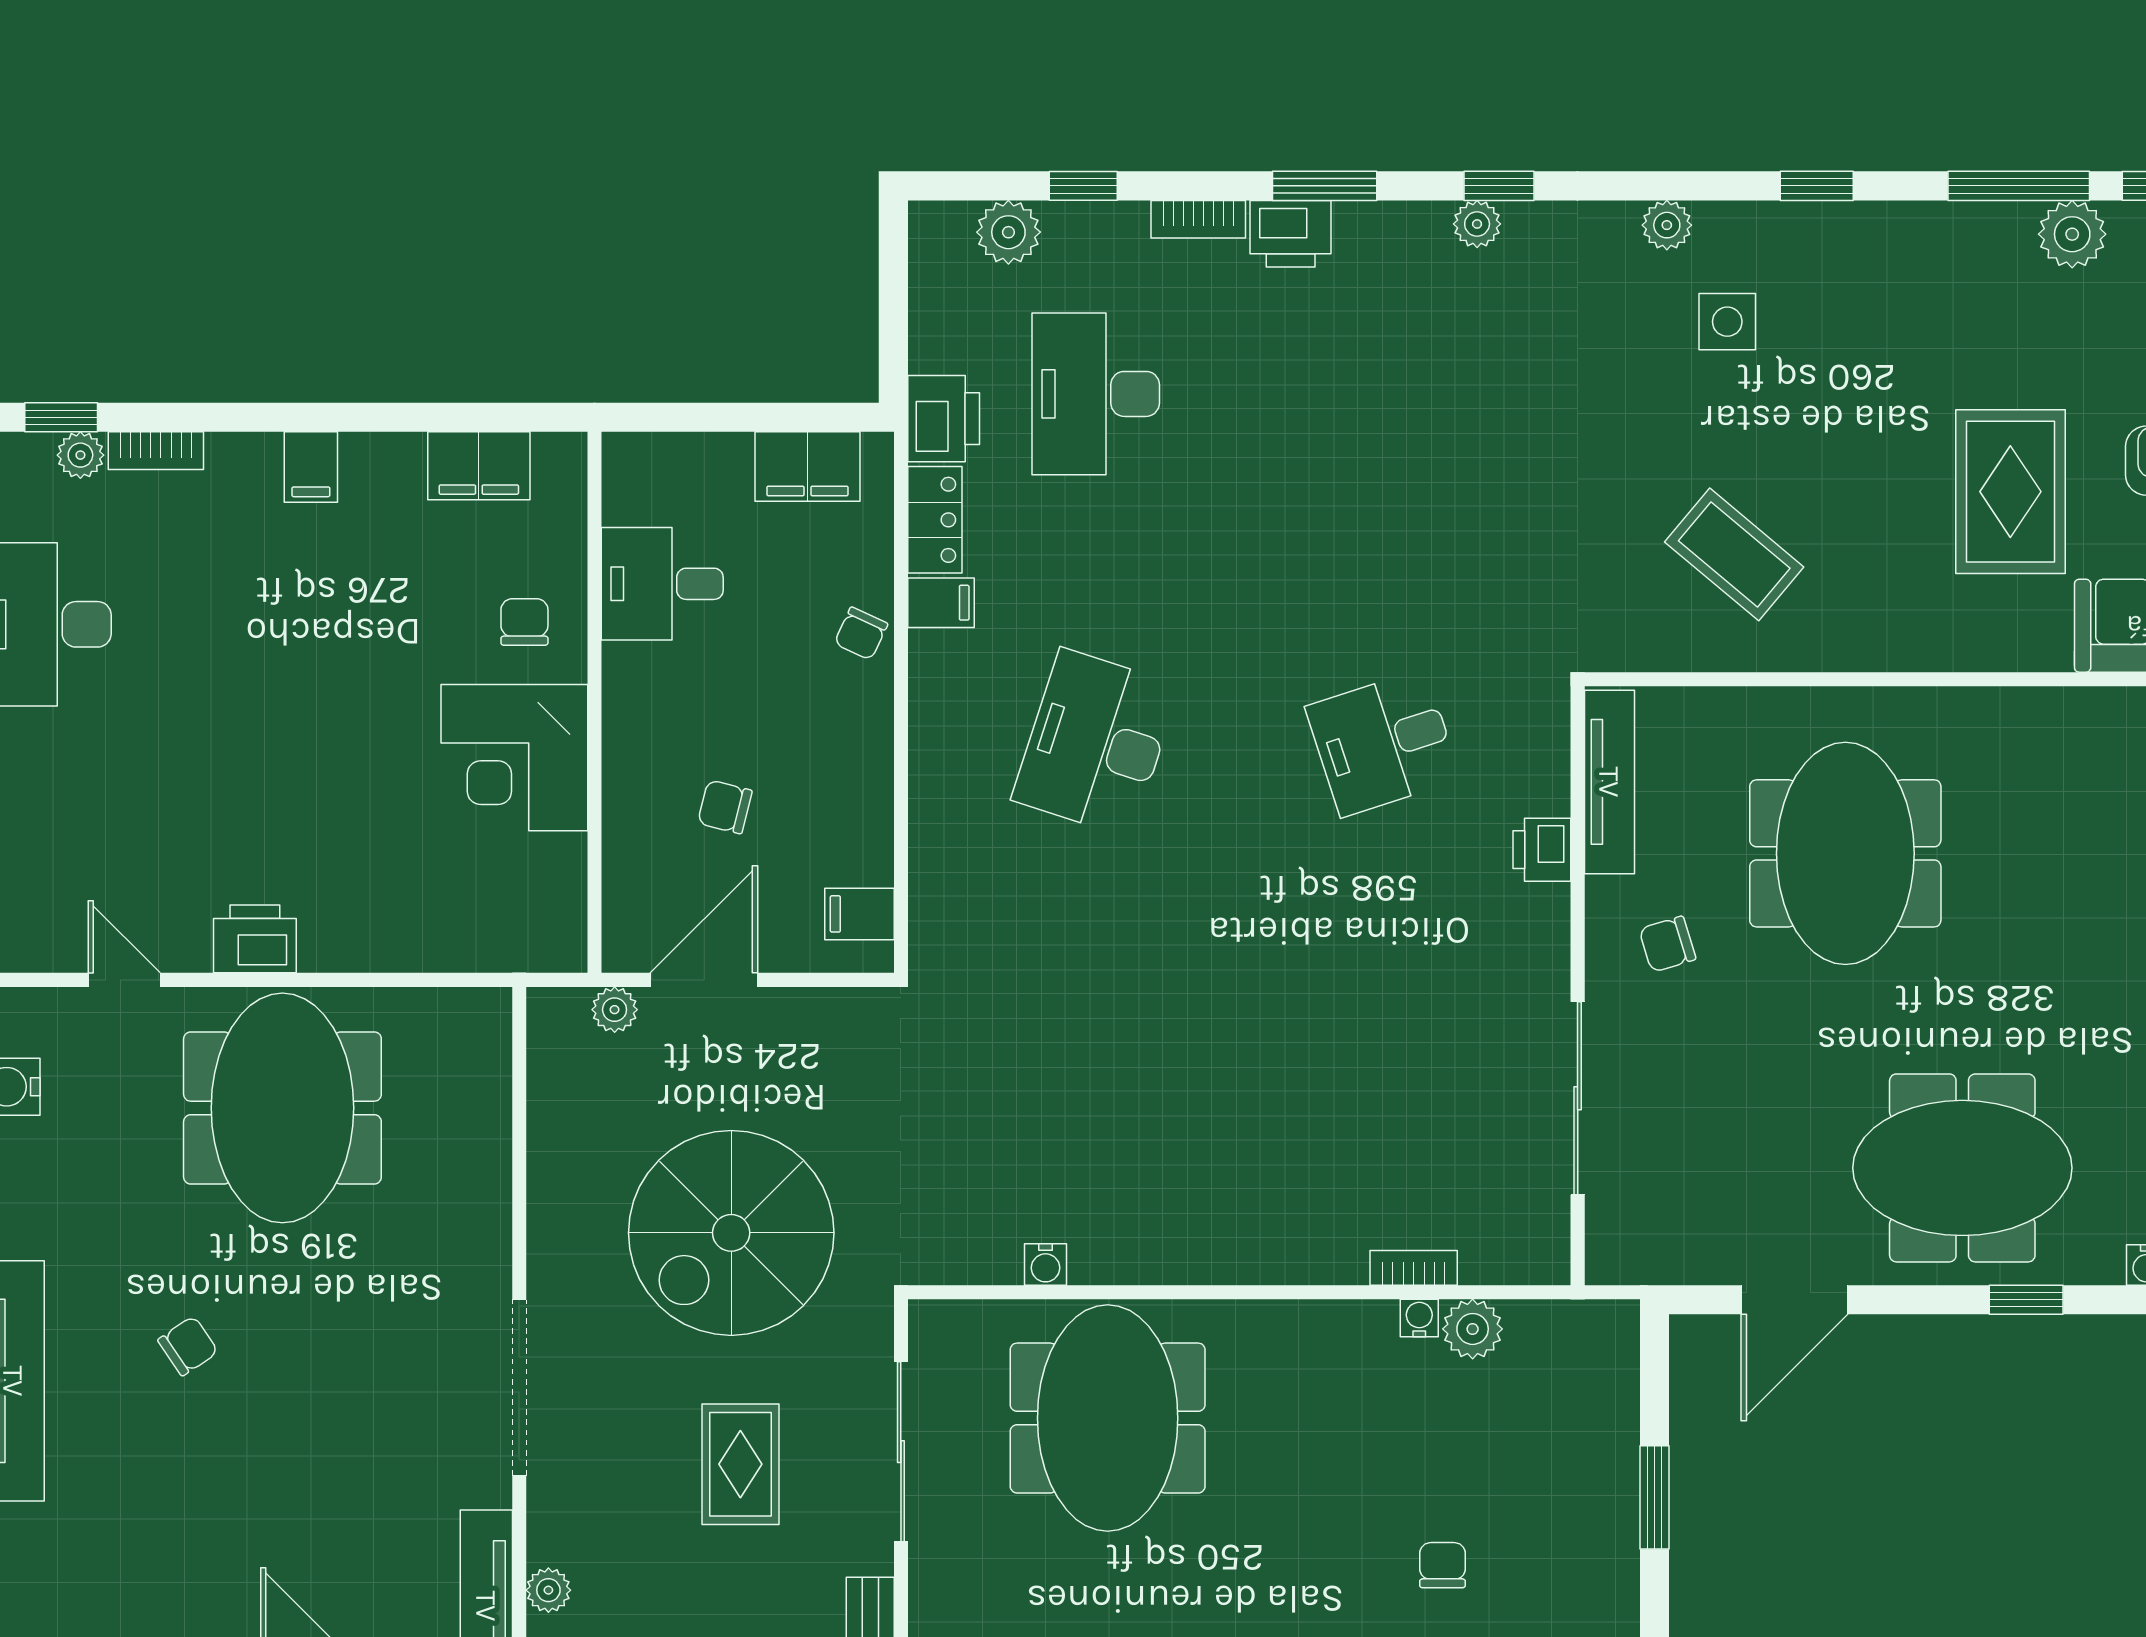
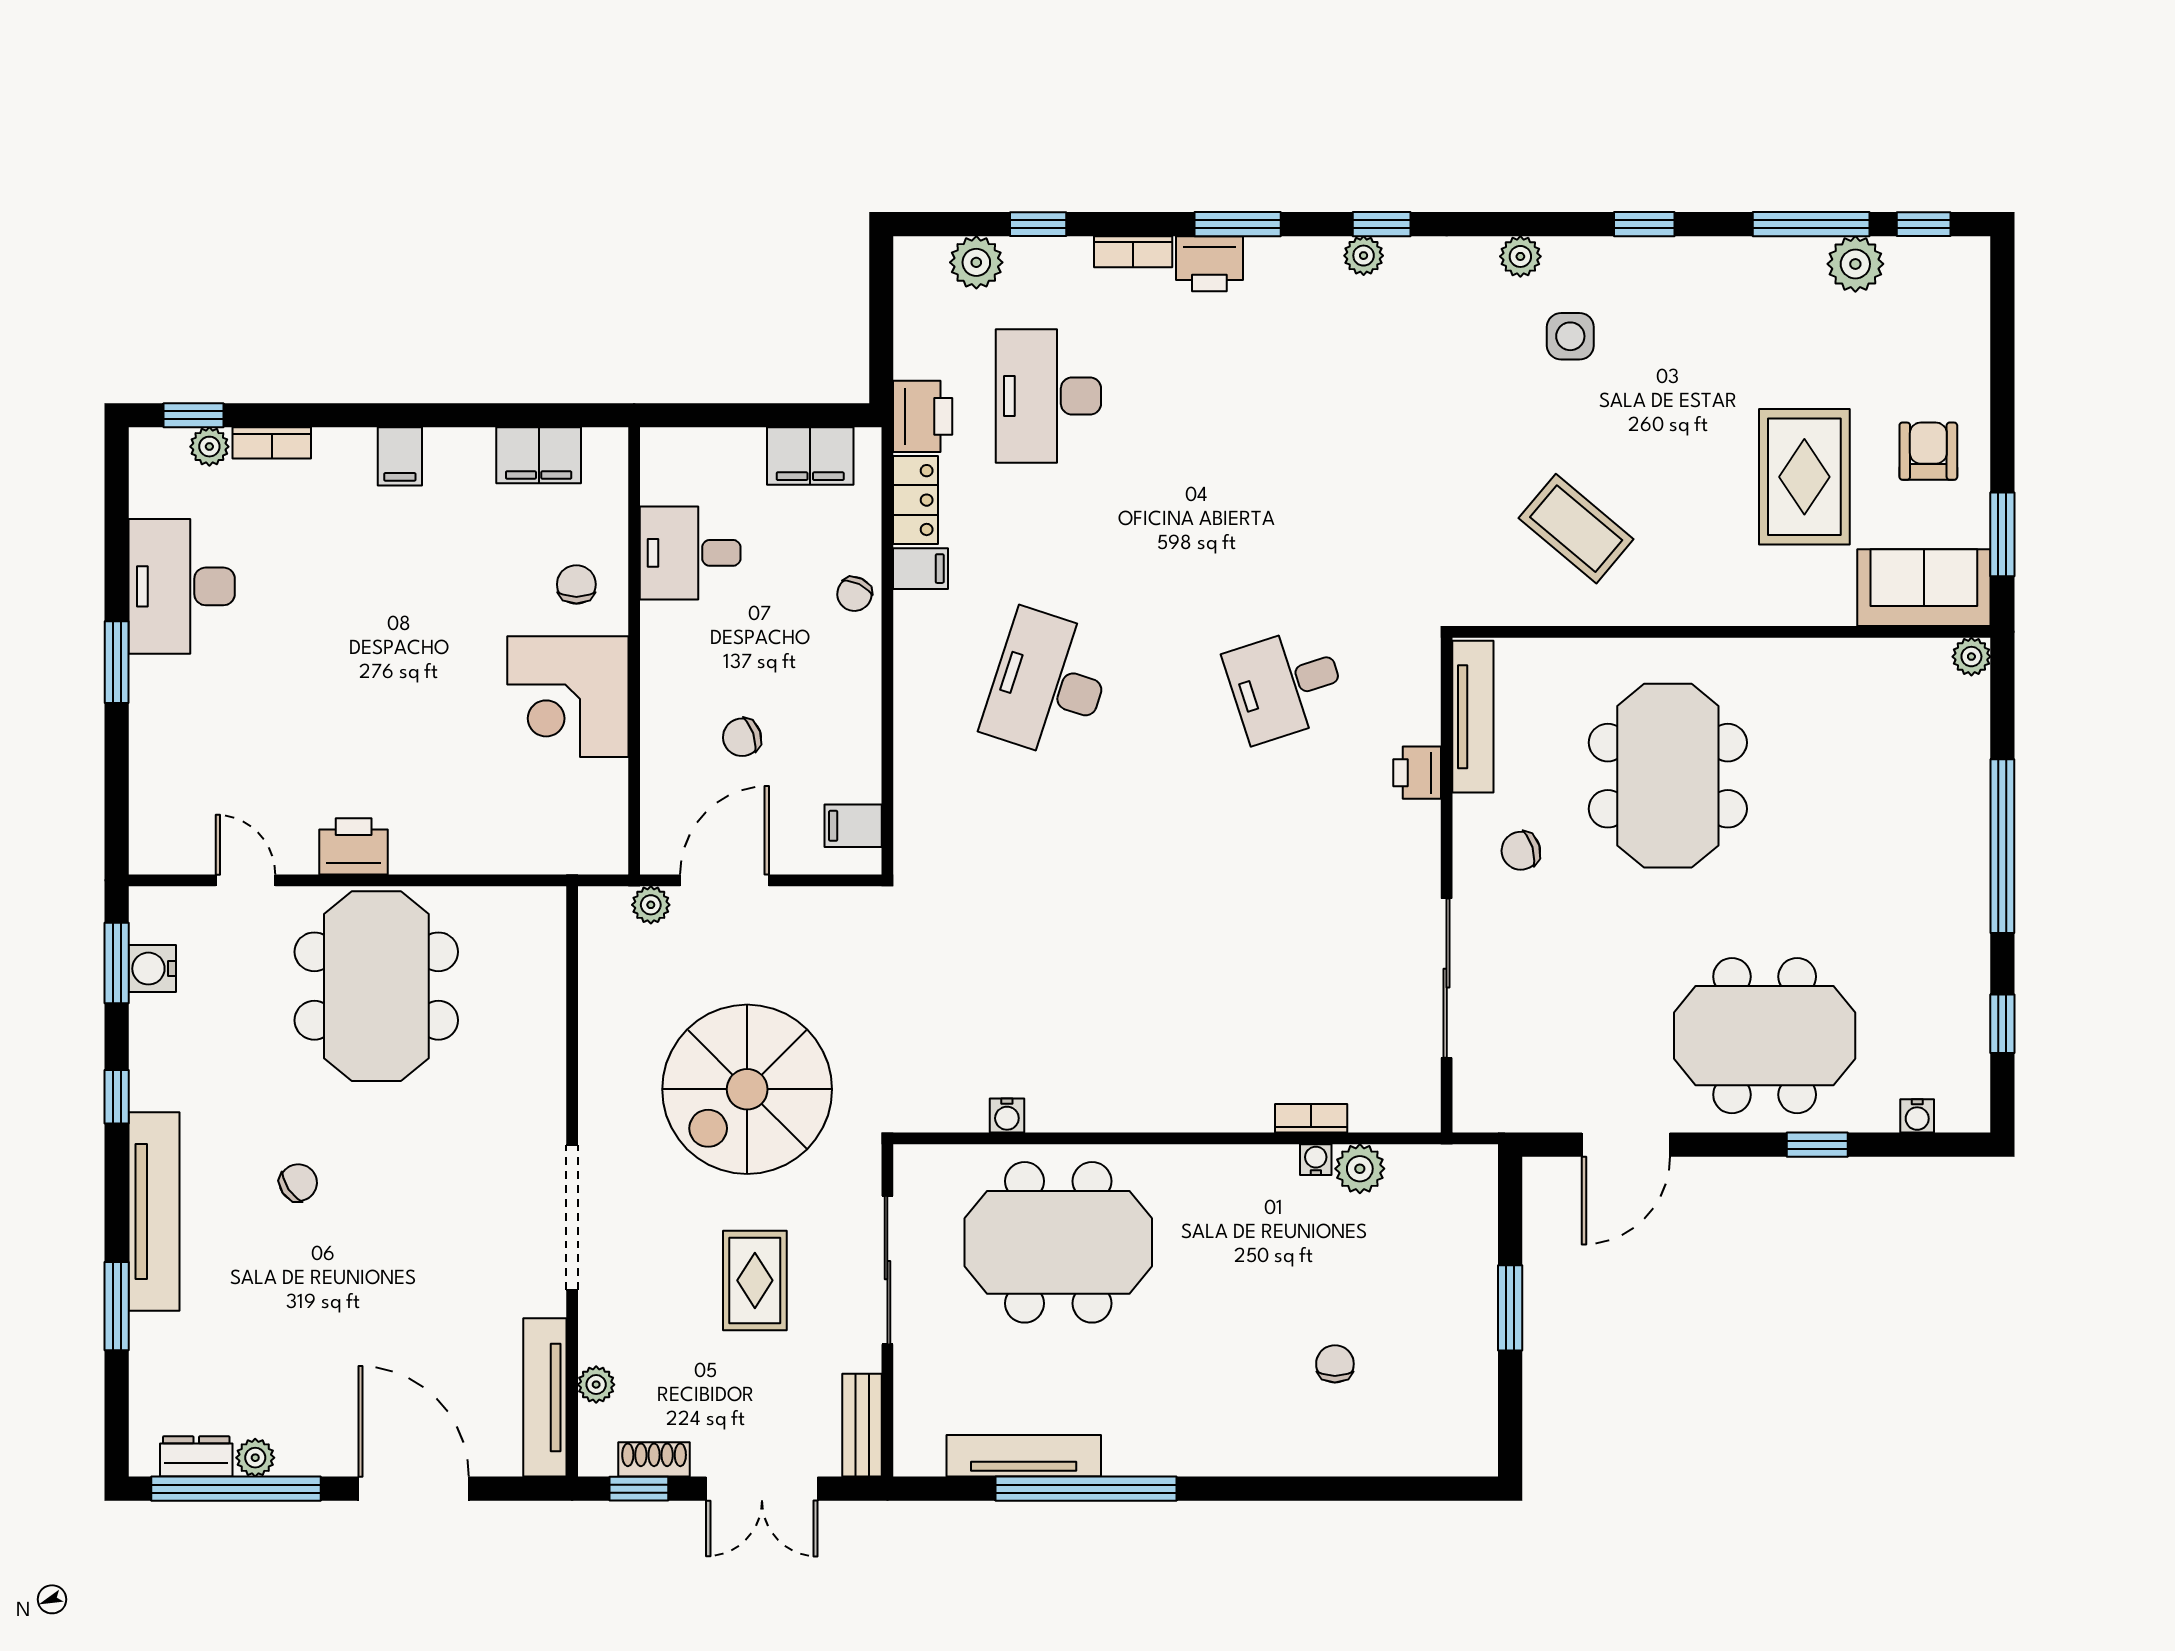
chair: (725, 807) -> (742, 737), turned -33
meeting table: (1108, 1418) -> (1058, 1242), turned 90

